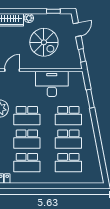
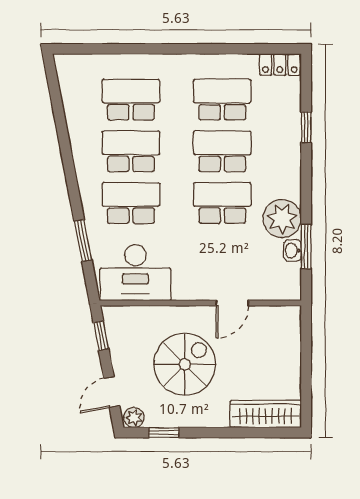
plant: (29, 18) -> (134, 418), moved
spiral stairs: (44, 42) -> (185, 364), turned 90
door: (12, 70) -> (232, 303), moved
desk: (52, 84) -> (135, 273), moved

